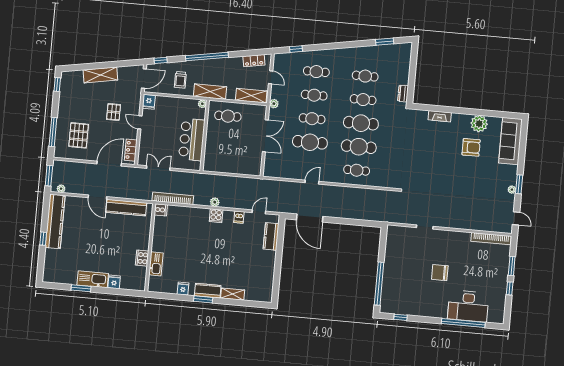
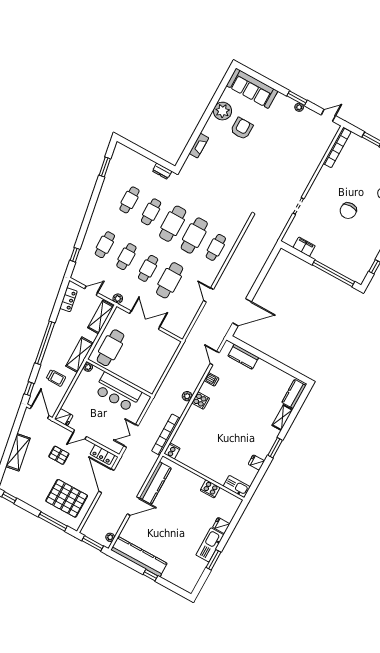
cafe table: (228, 116) -> (110, 348), width x1.37, depth x1.35
pallet: (79, 135) -> (67, 498), width x1.37, depth x1.41
filing cabinet: (391, 248) -> (304, 247), added
kitchen sink: (156, 264) -> (237, 486), moved
kitchen counter: (208, 291) -> (294, 394), moved

